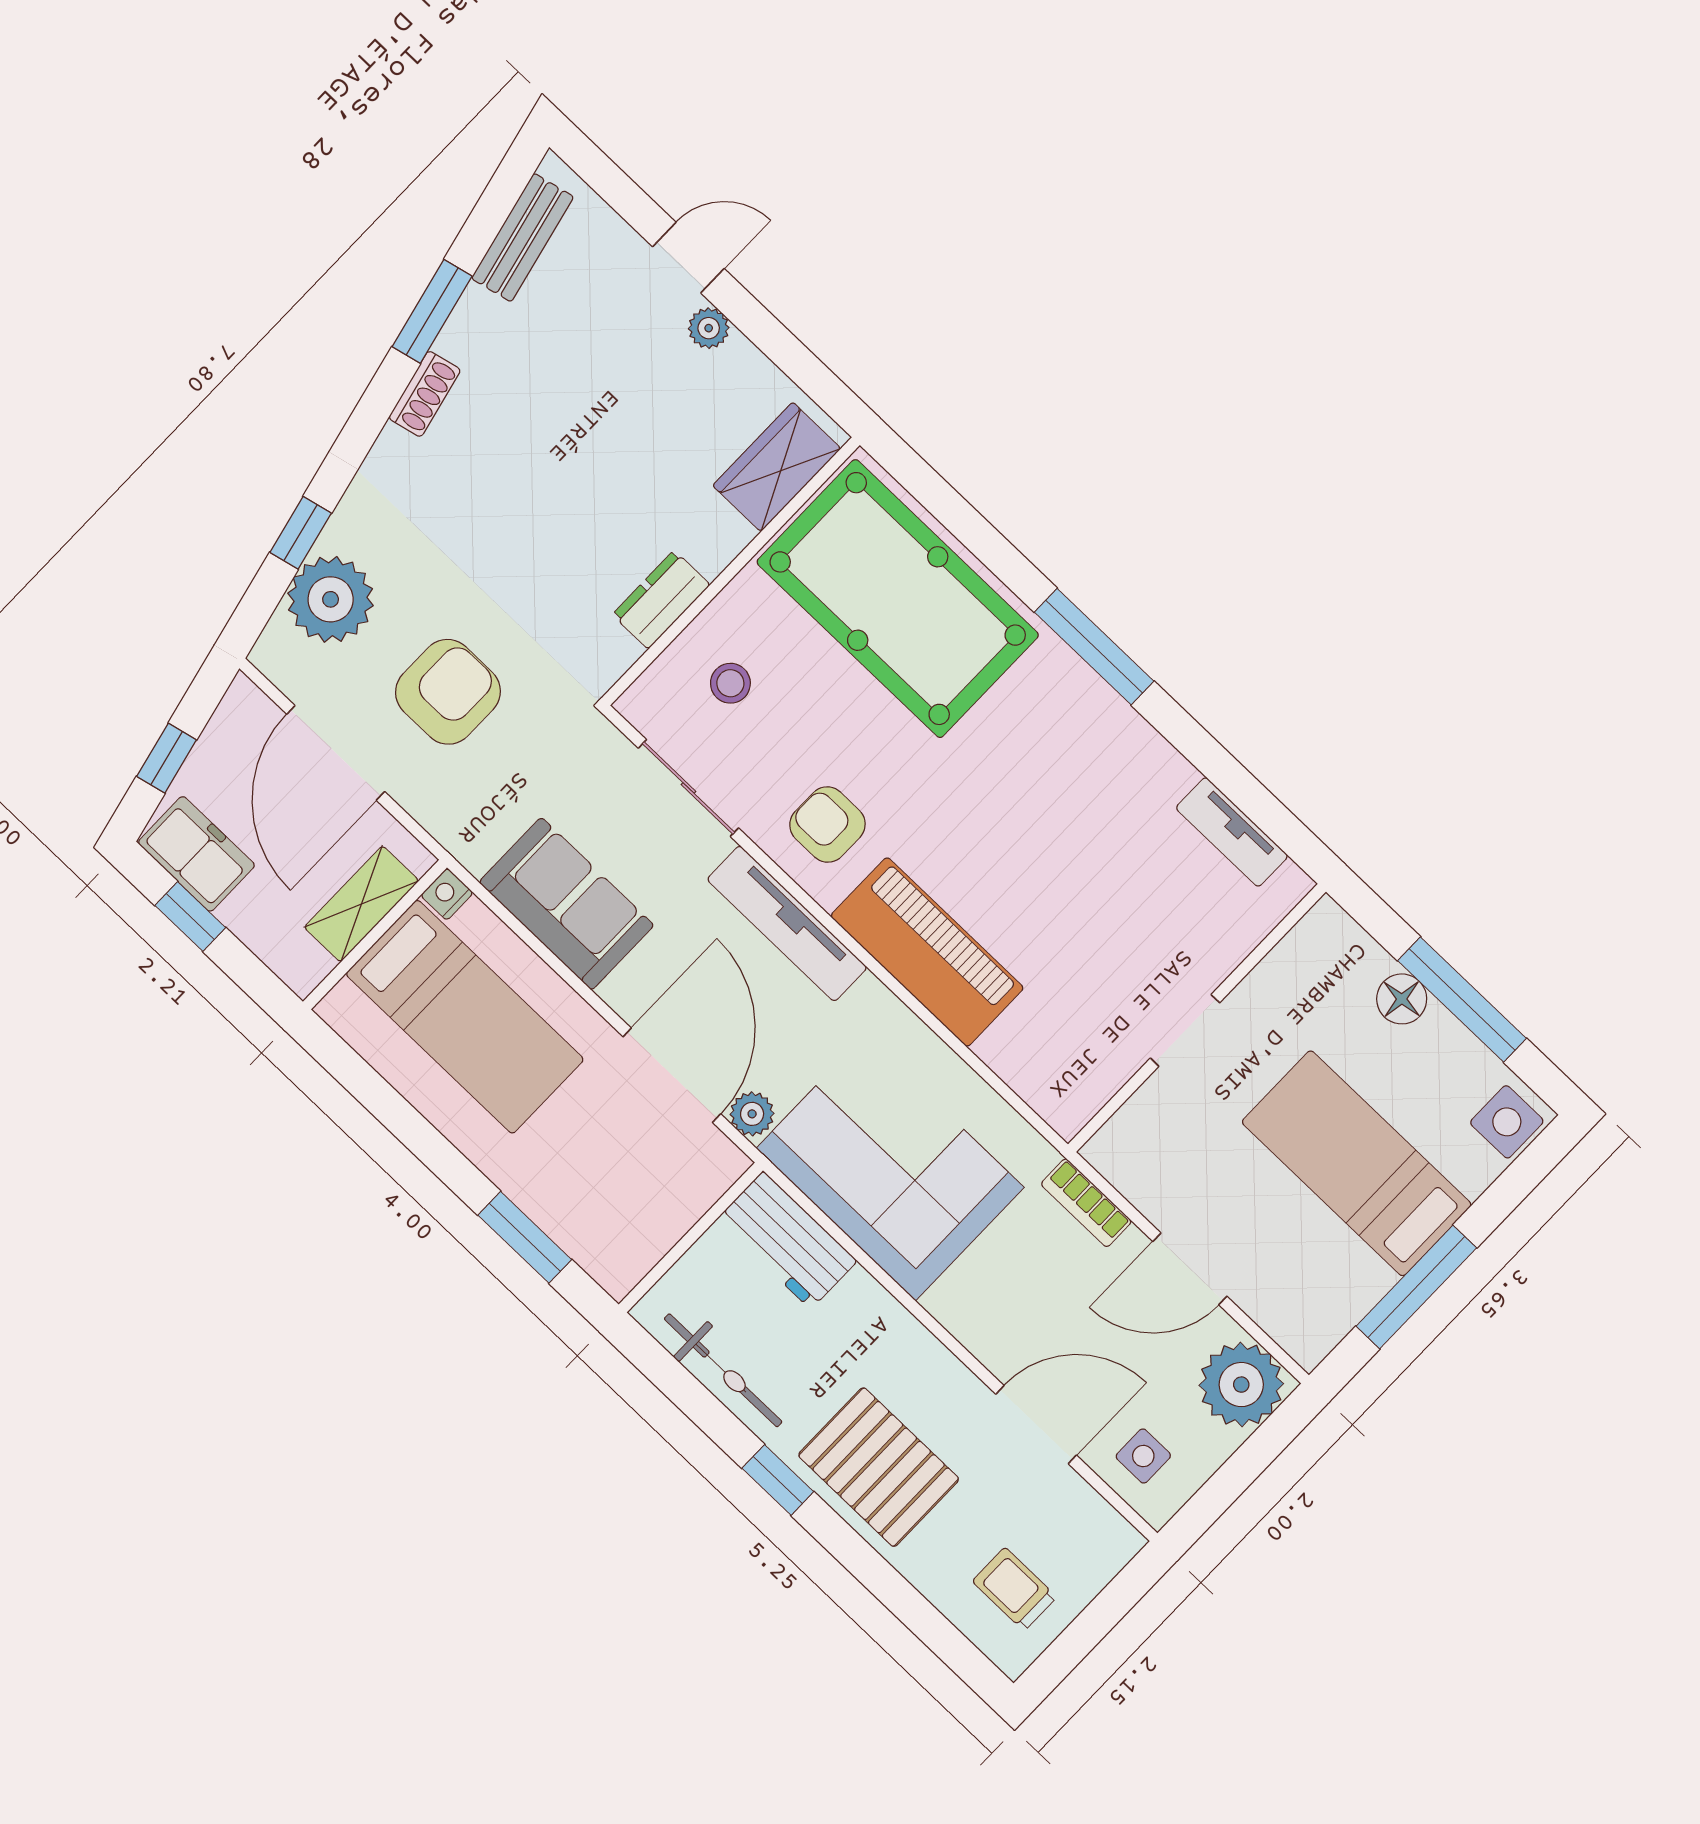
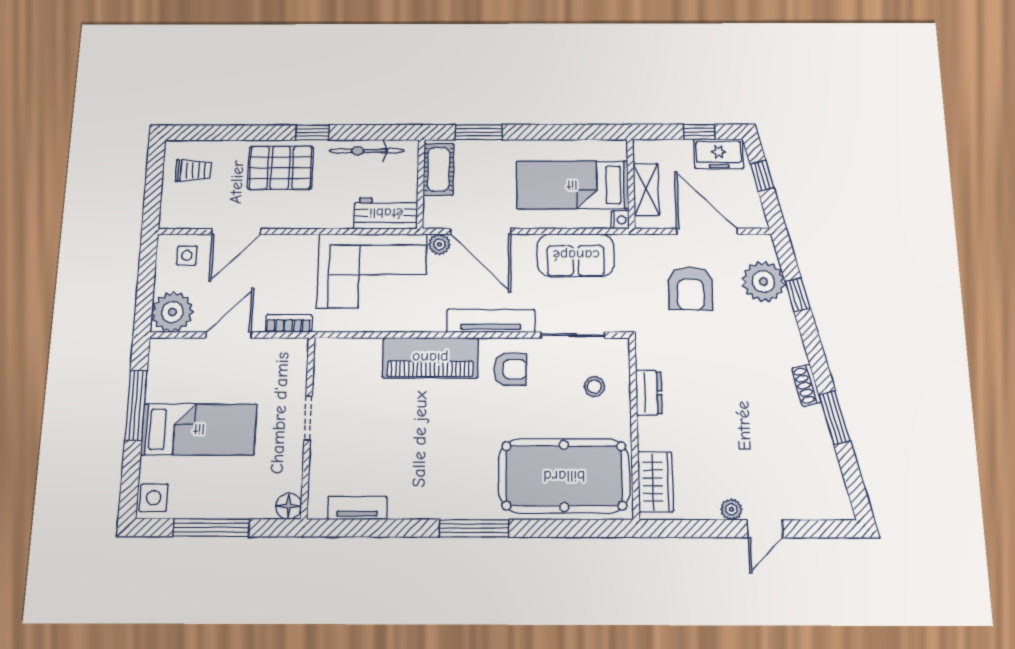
bench: (522, 238) -> (831, 477), removed
floor lamp: (1402, 999) -> (289, 506), moved
cot: (642, 1235) -> (439, 169), added

